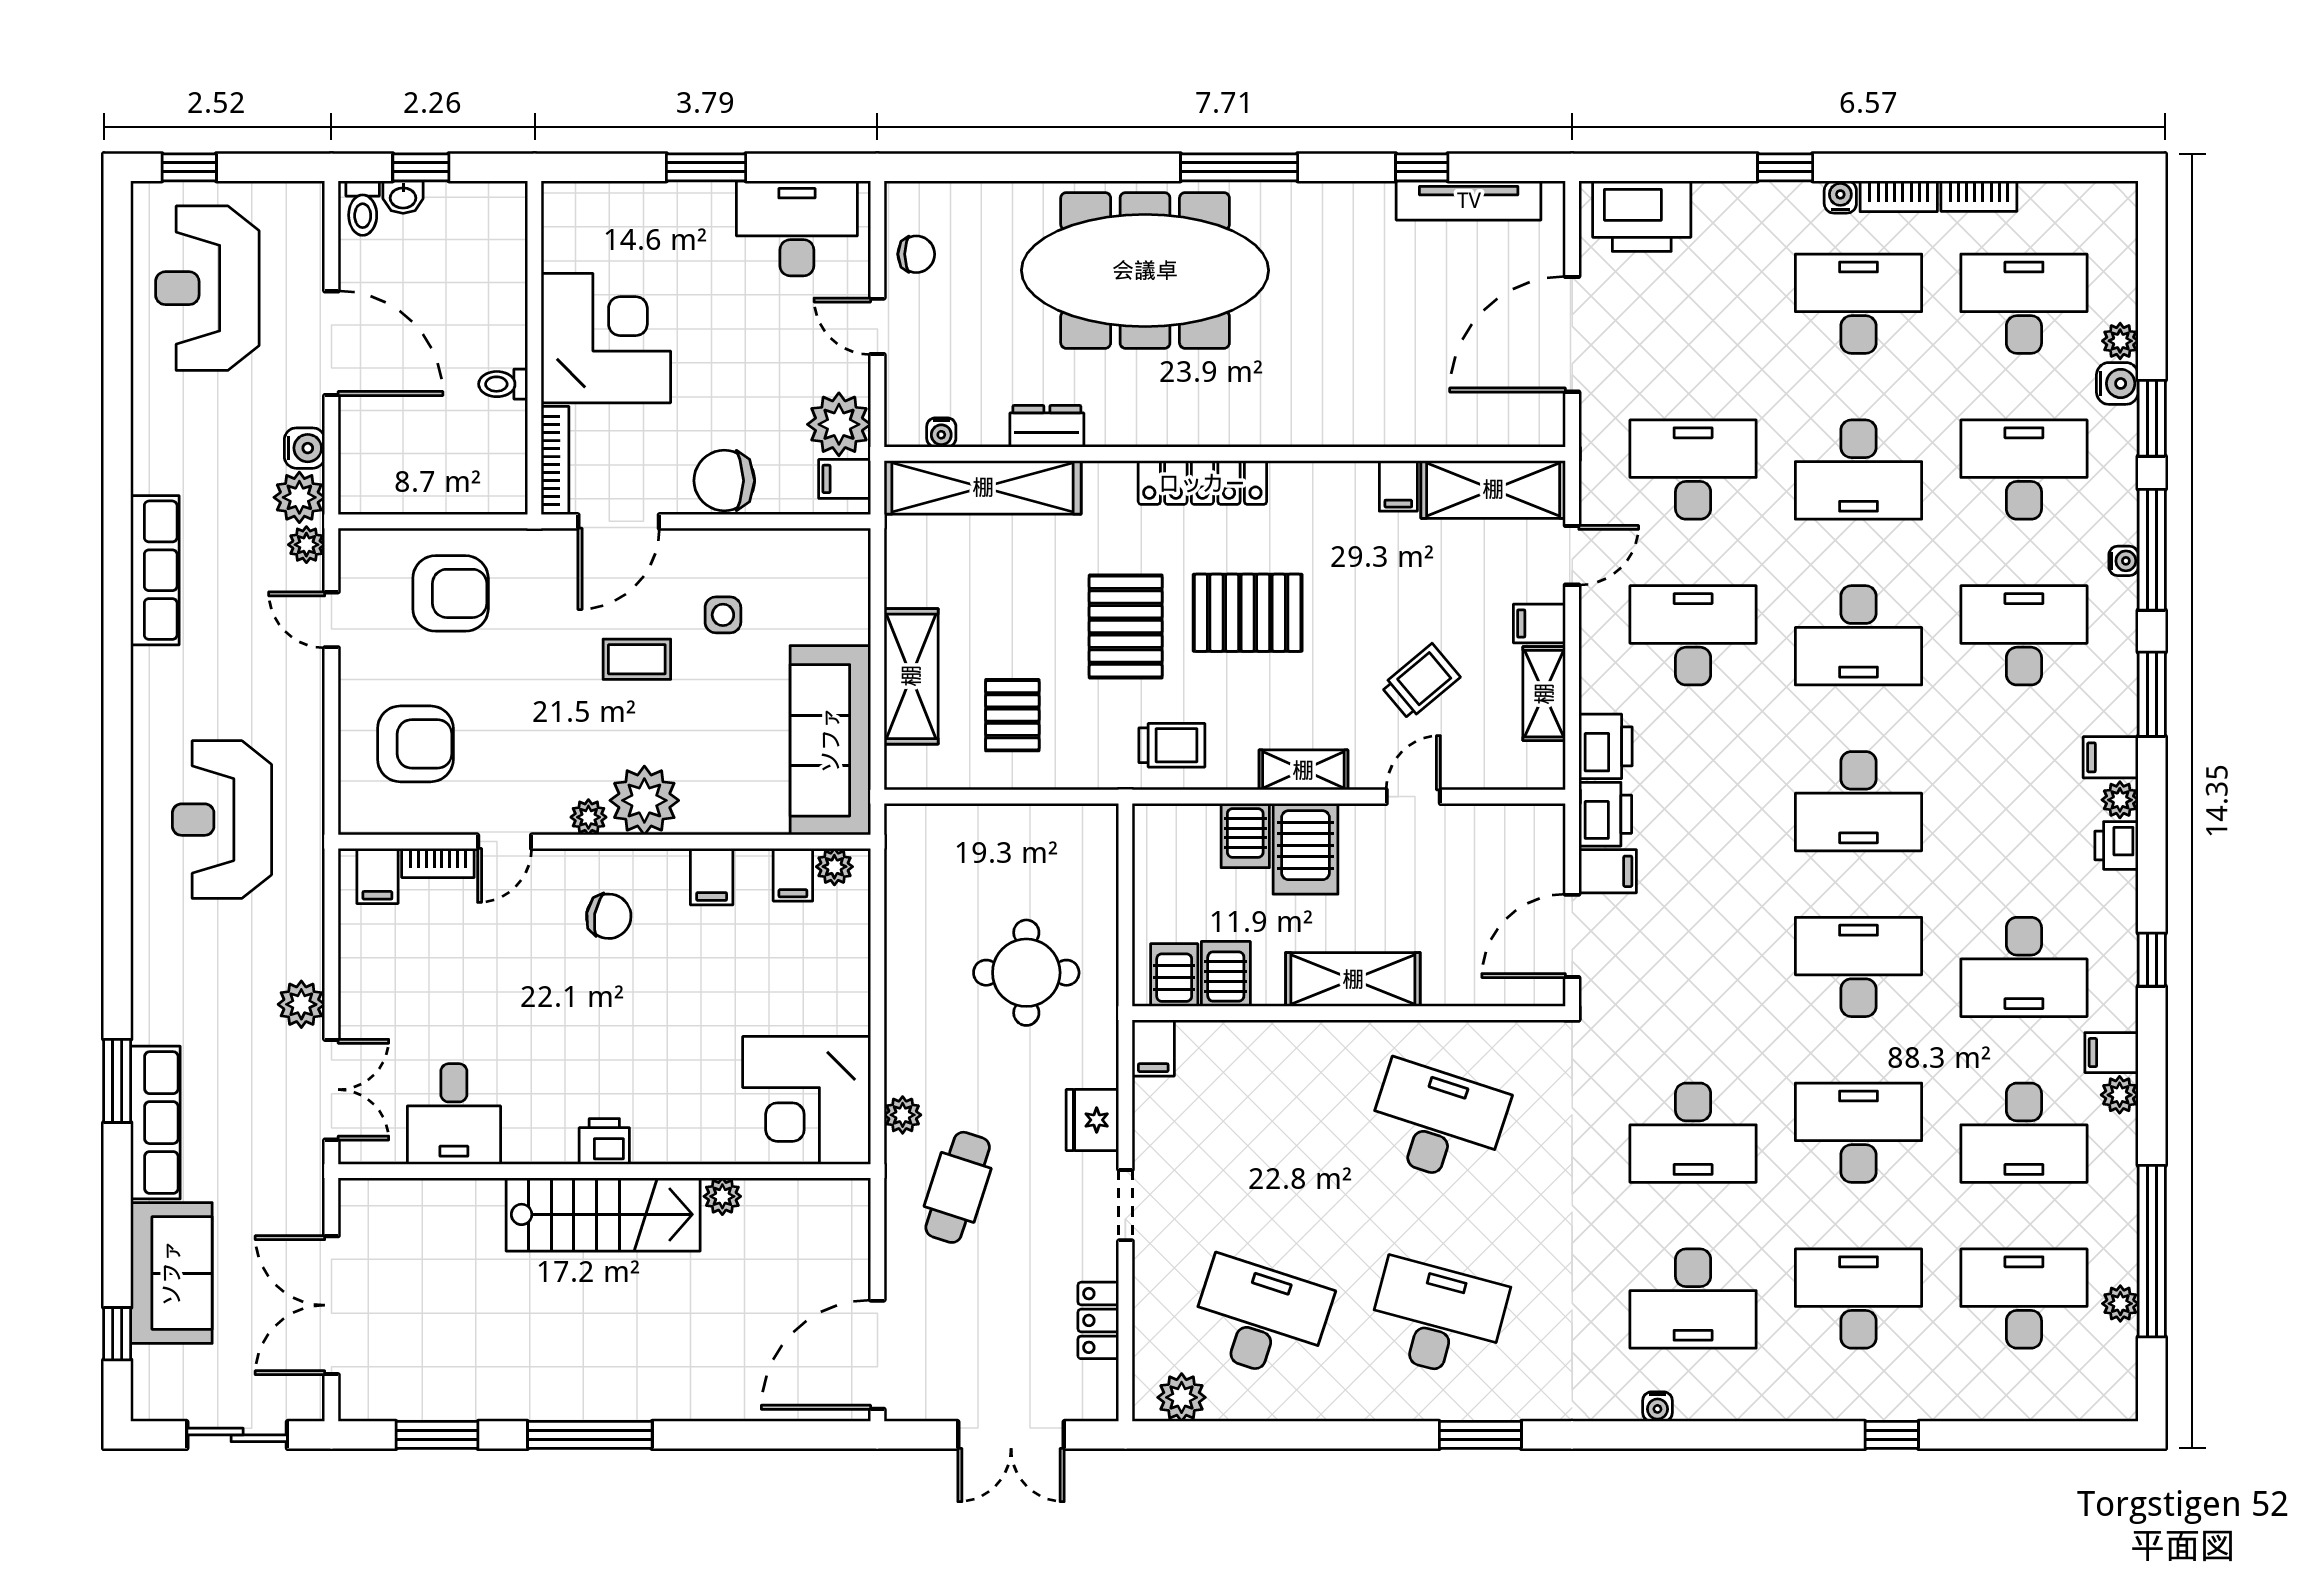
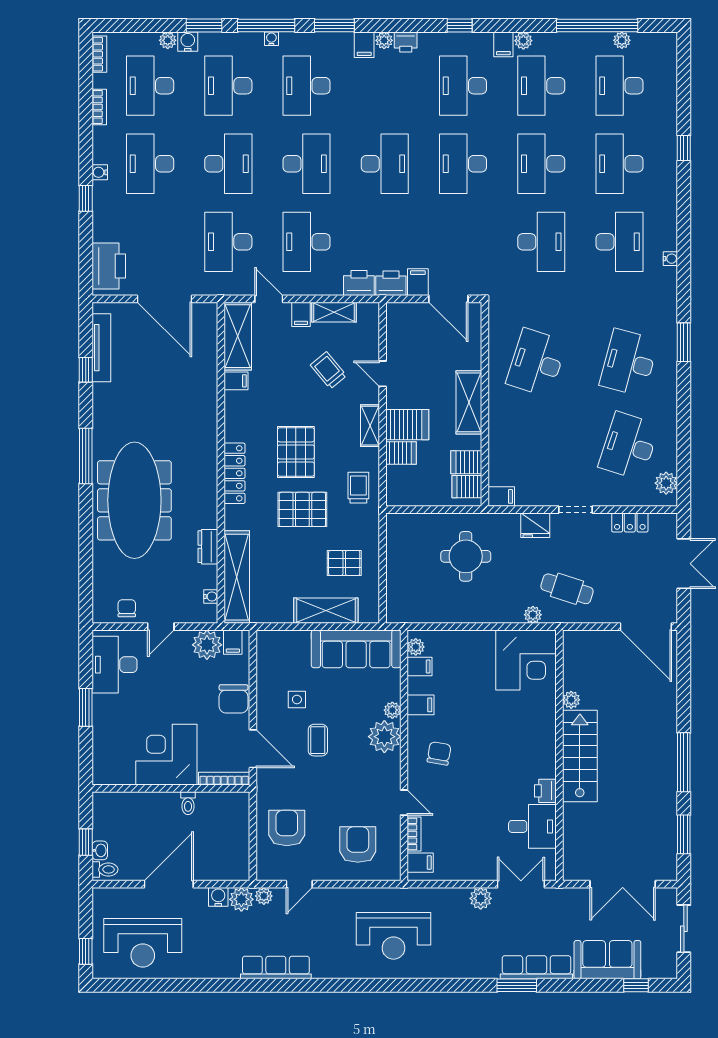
bookcase: (1899, 196) -> (99, 54), moved
plant: (588, 817) -> (392, 710), moved
desk: (2024, 967) -> (463, 86), turned 180
desk: (2024, 1133) -> (541, 86), turned 180
printer: (604, 1141) -> (545, 791), moved

